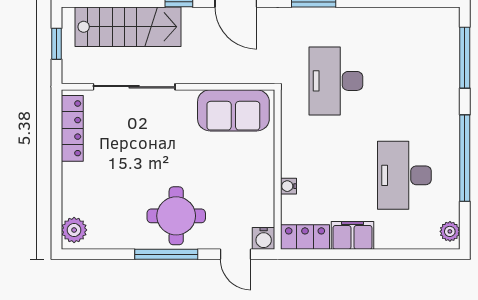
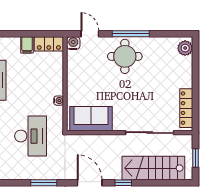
water cooler: (288, 186) -> (59, 101), moved
filing cabinet: (352, 235) -> (27, 45), width x0.50

